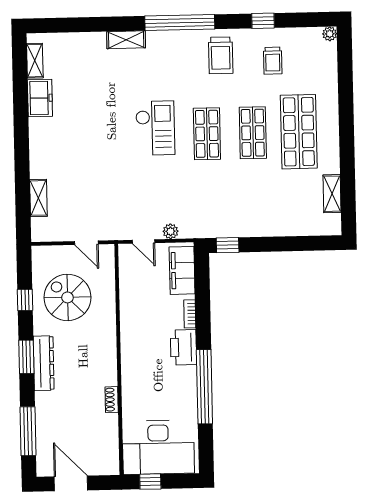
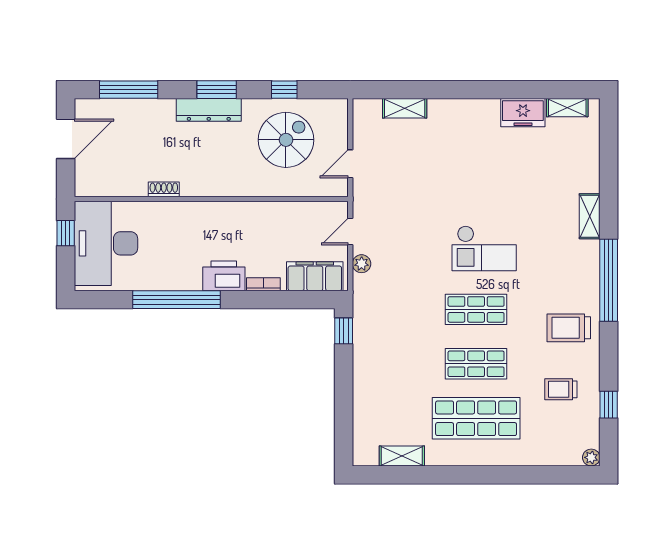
window: (263, 21) -> (609, 405), moved

